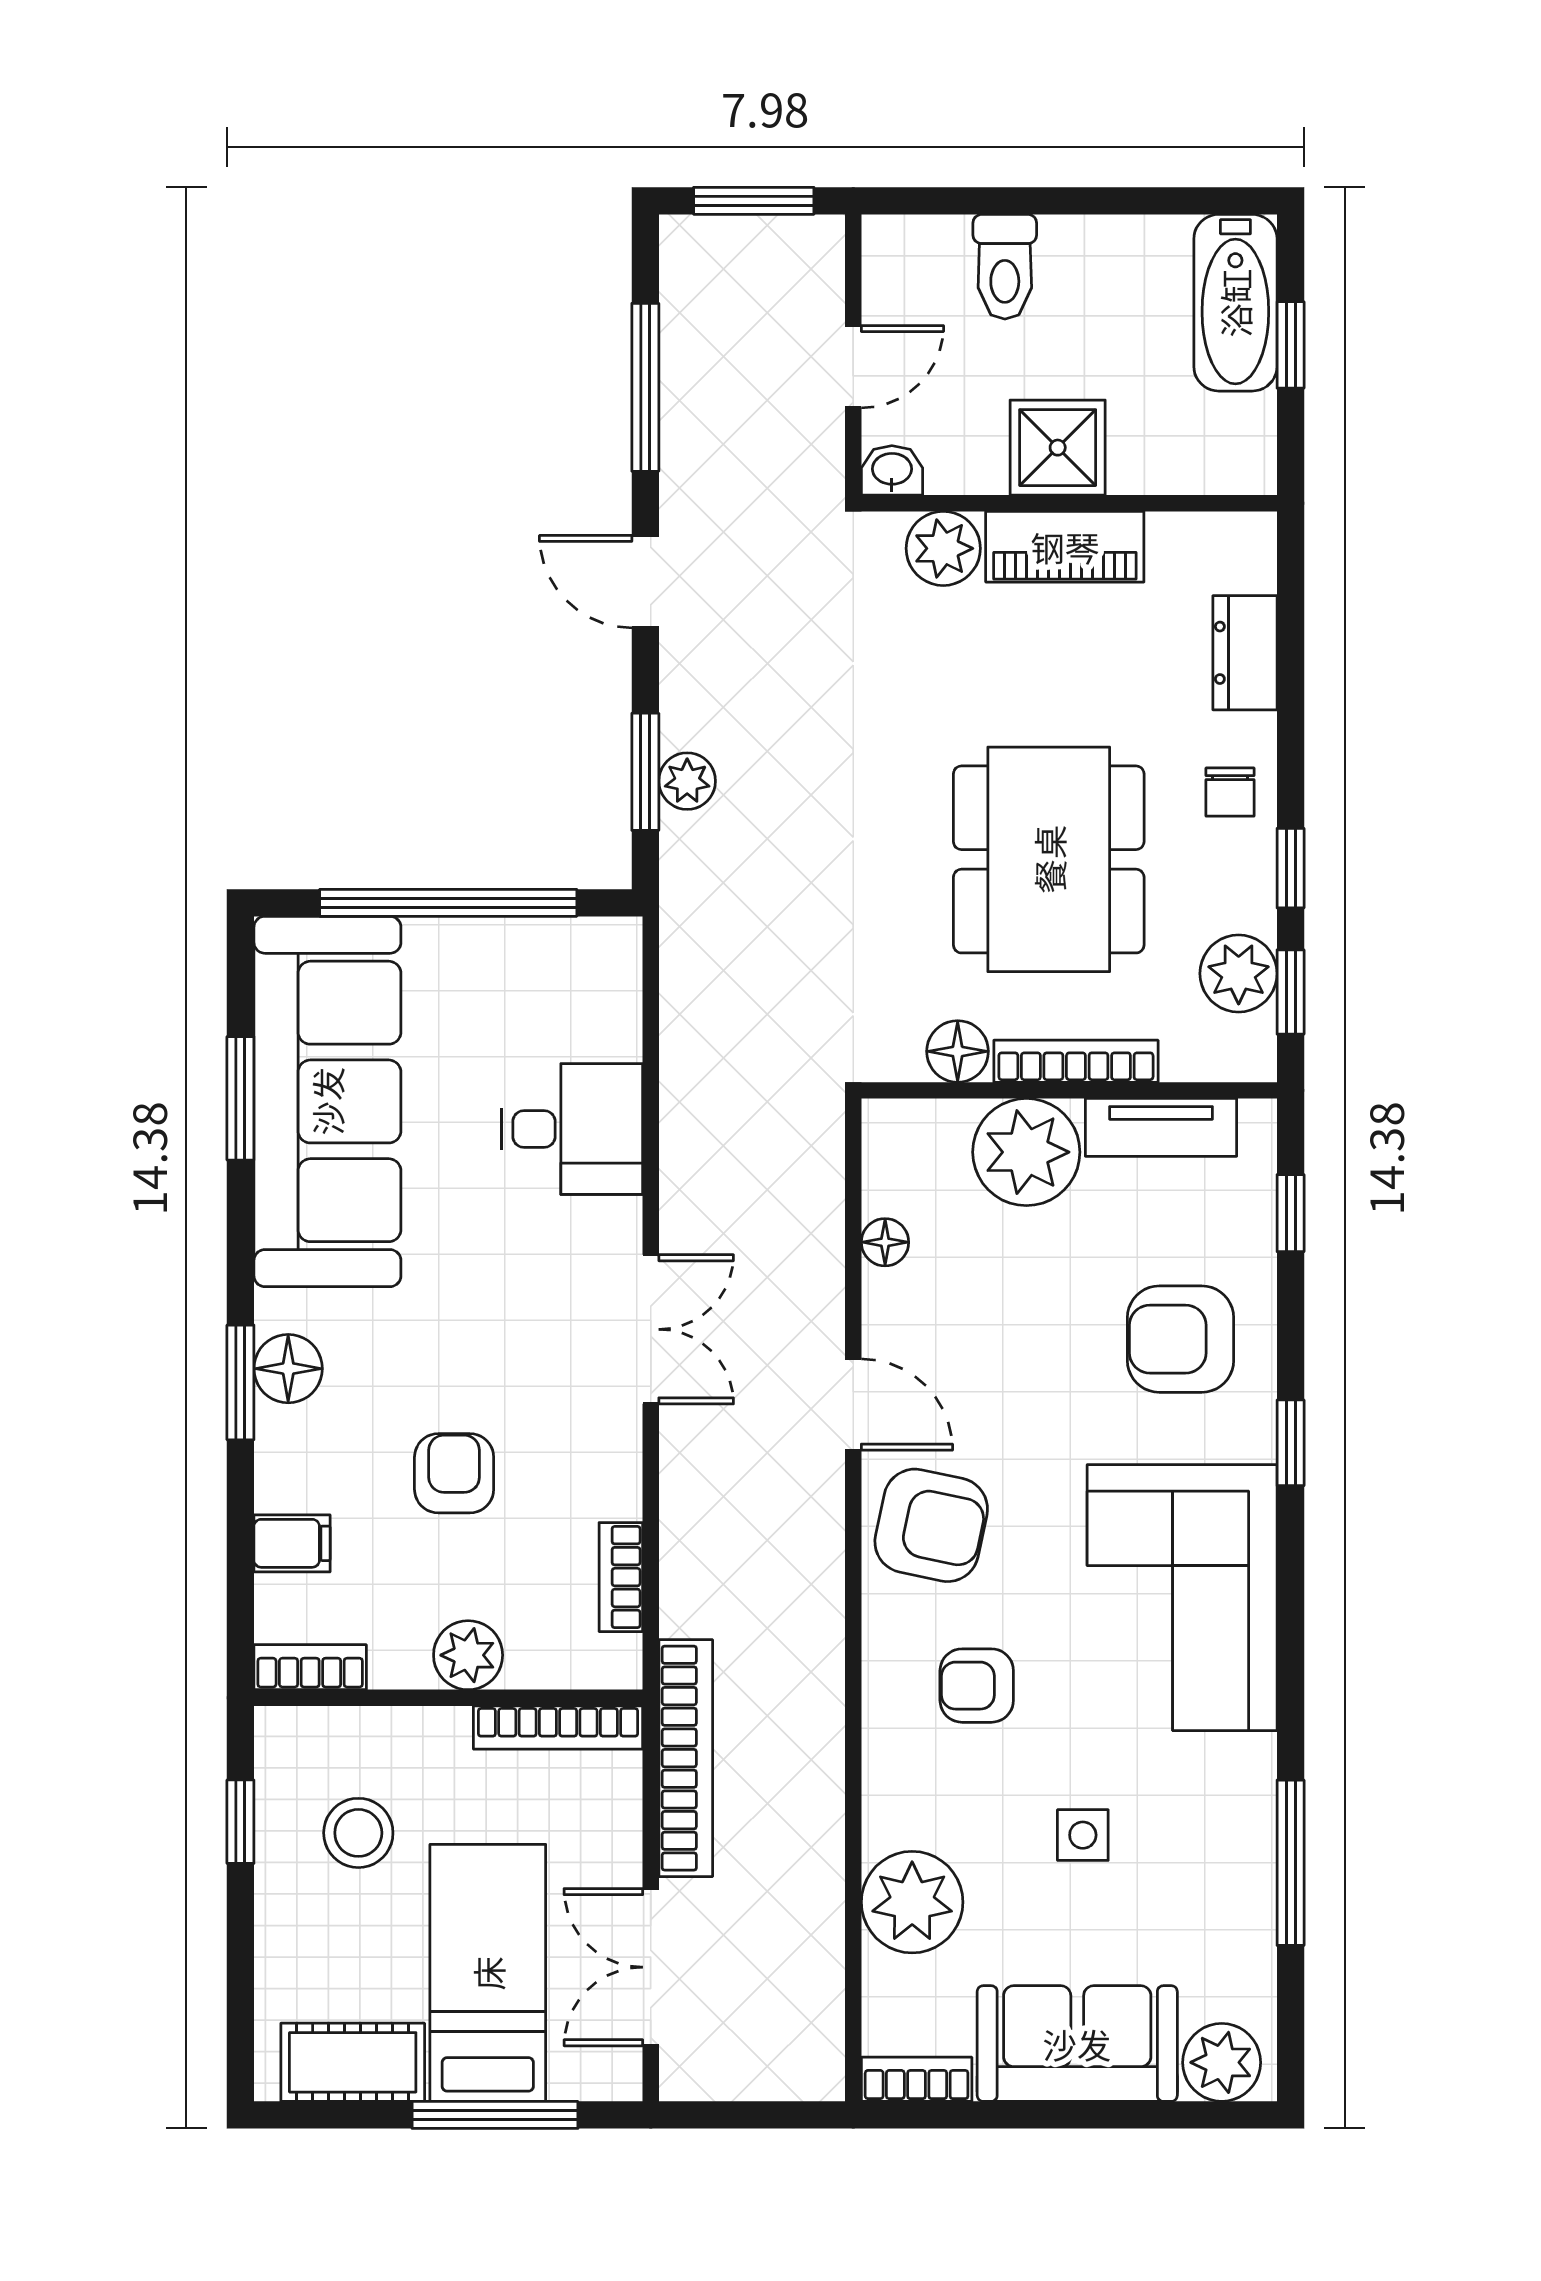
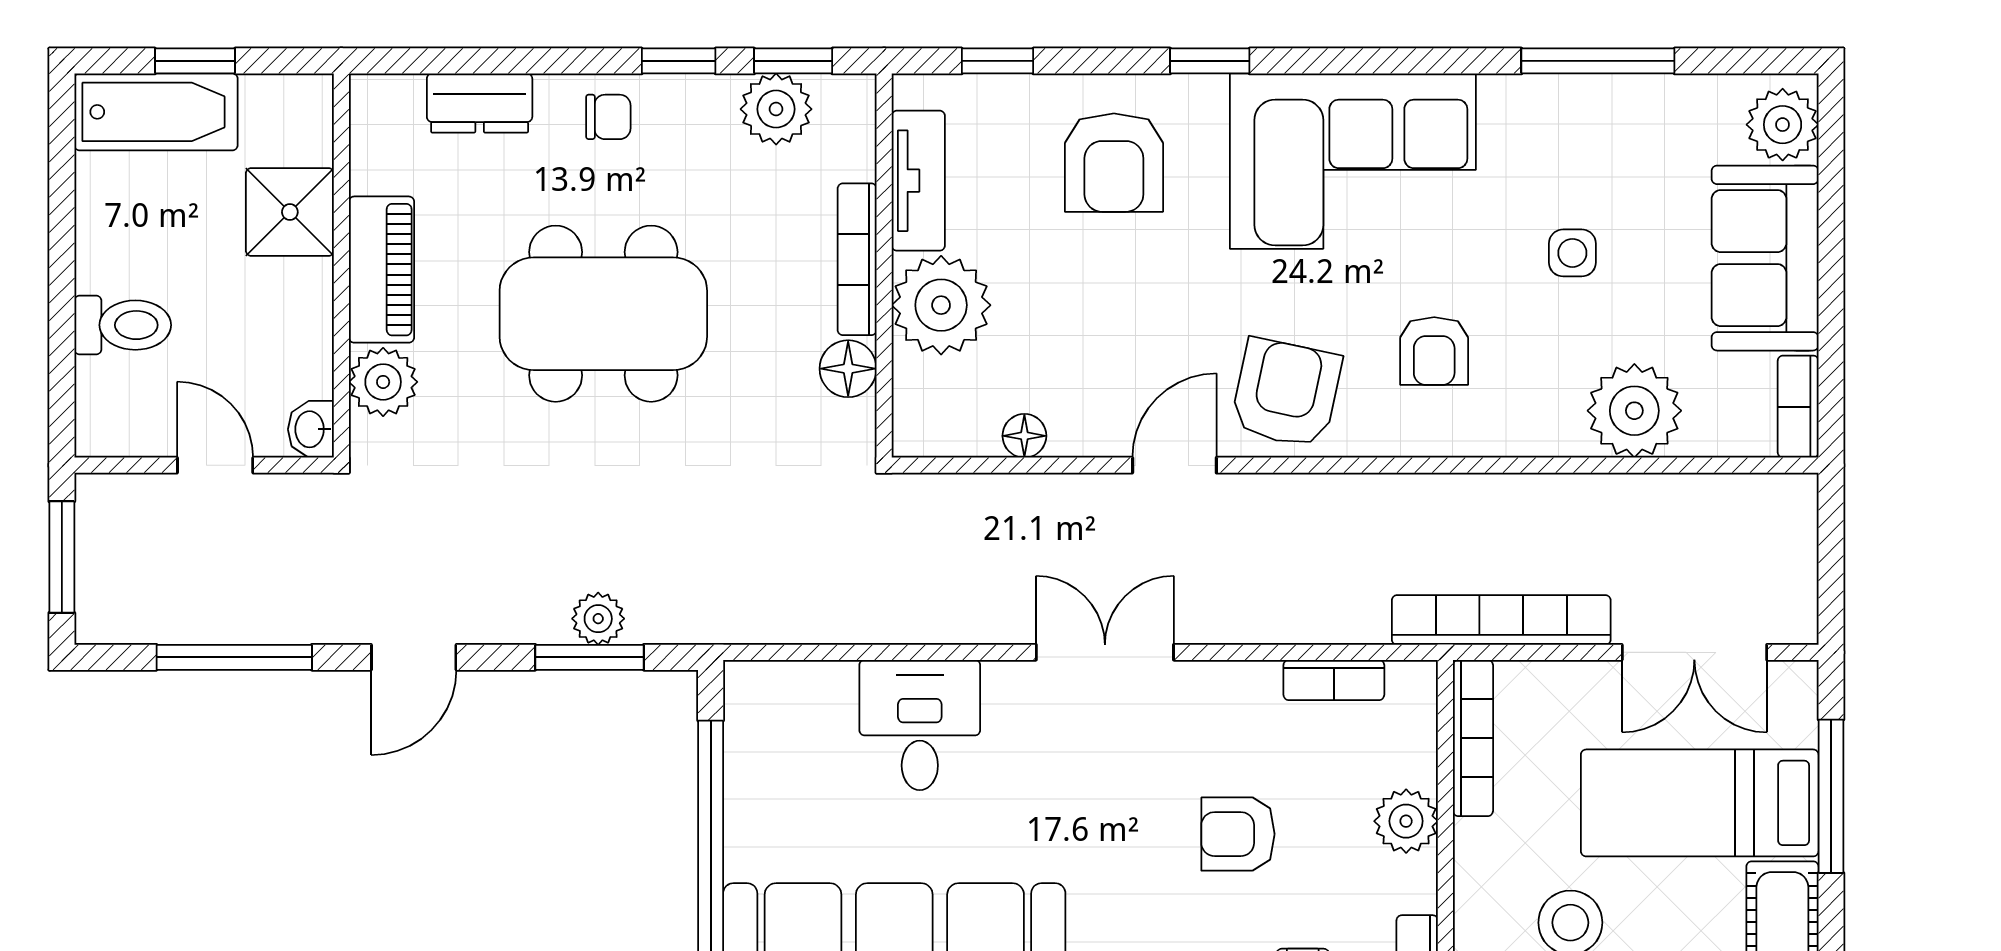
shower: (1058, 448) -> (290, 212), moved
dining table: (1049, 859) -> (603, 314), moved

